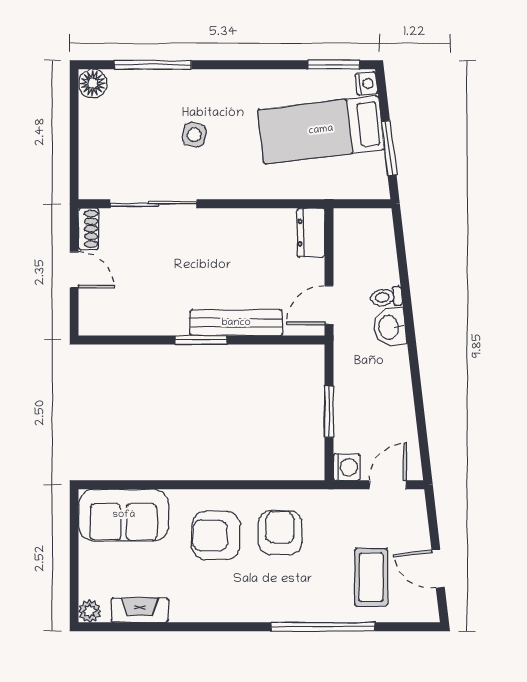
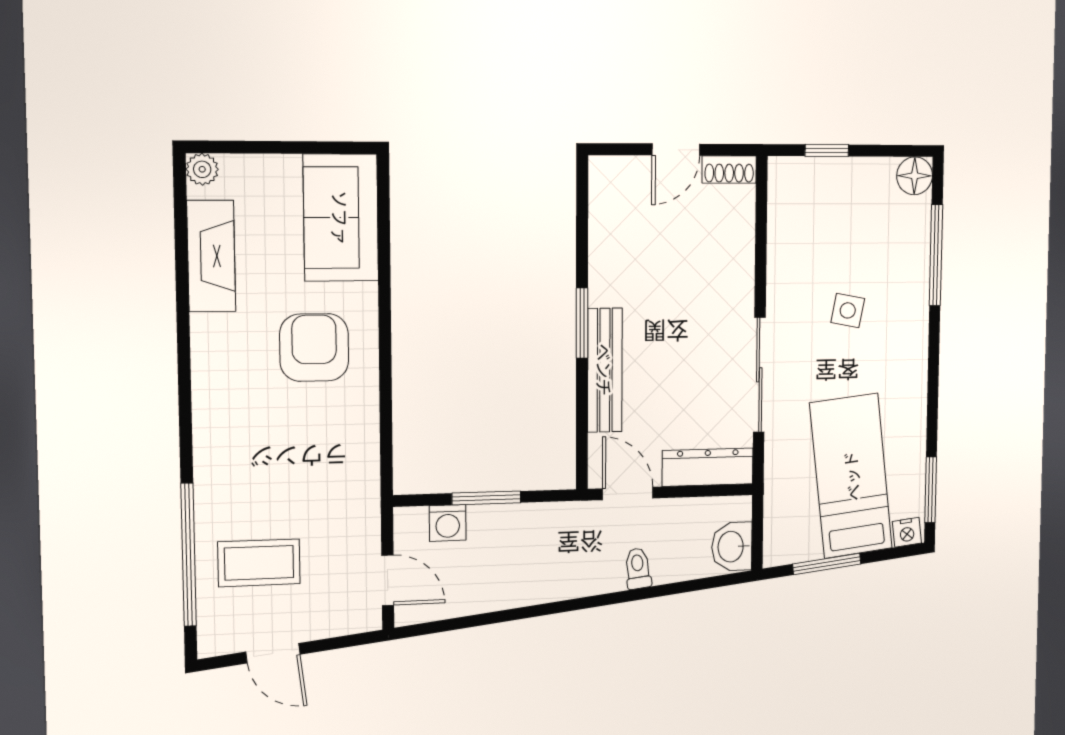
window: (74, 153) -> (827, 150), added
sliding door: (153, 204) -> (759, 375), moved
dresser: (311, 233) -> (708, 467), width x1.44
washbasin: (390, 327) -> (732, 547), moved, turned -83
washing machine: (347, 467) -> (448, 523), moved
armchair: (280, 533) -> (319, 436), removed
door: (438, 569) -> (273, 653), swing flipped
fireplace: (140, 610) -> (211, 256), width x1.37, depth x1.32
window: (323, 627) -> (189, 555), moved

